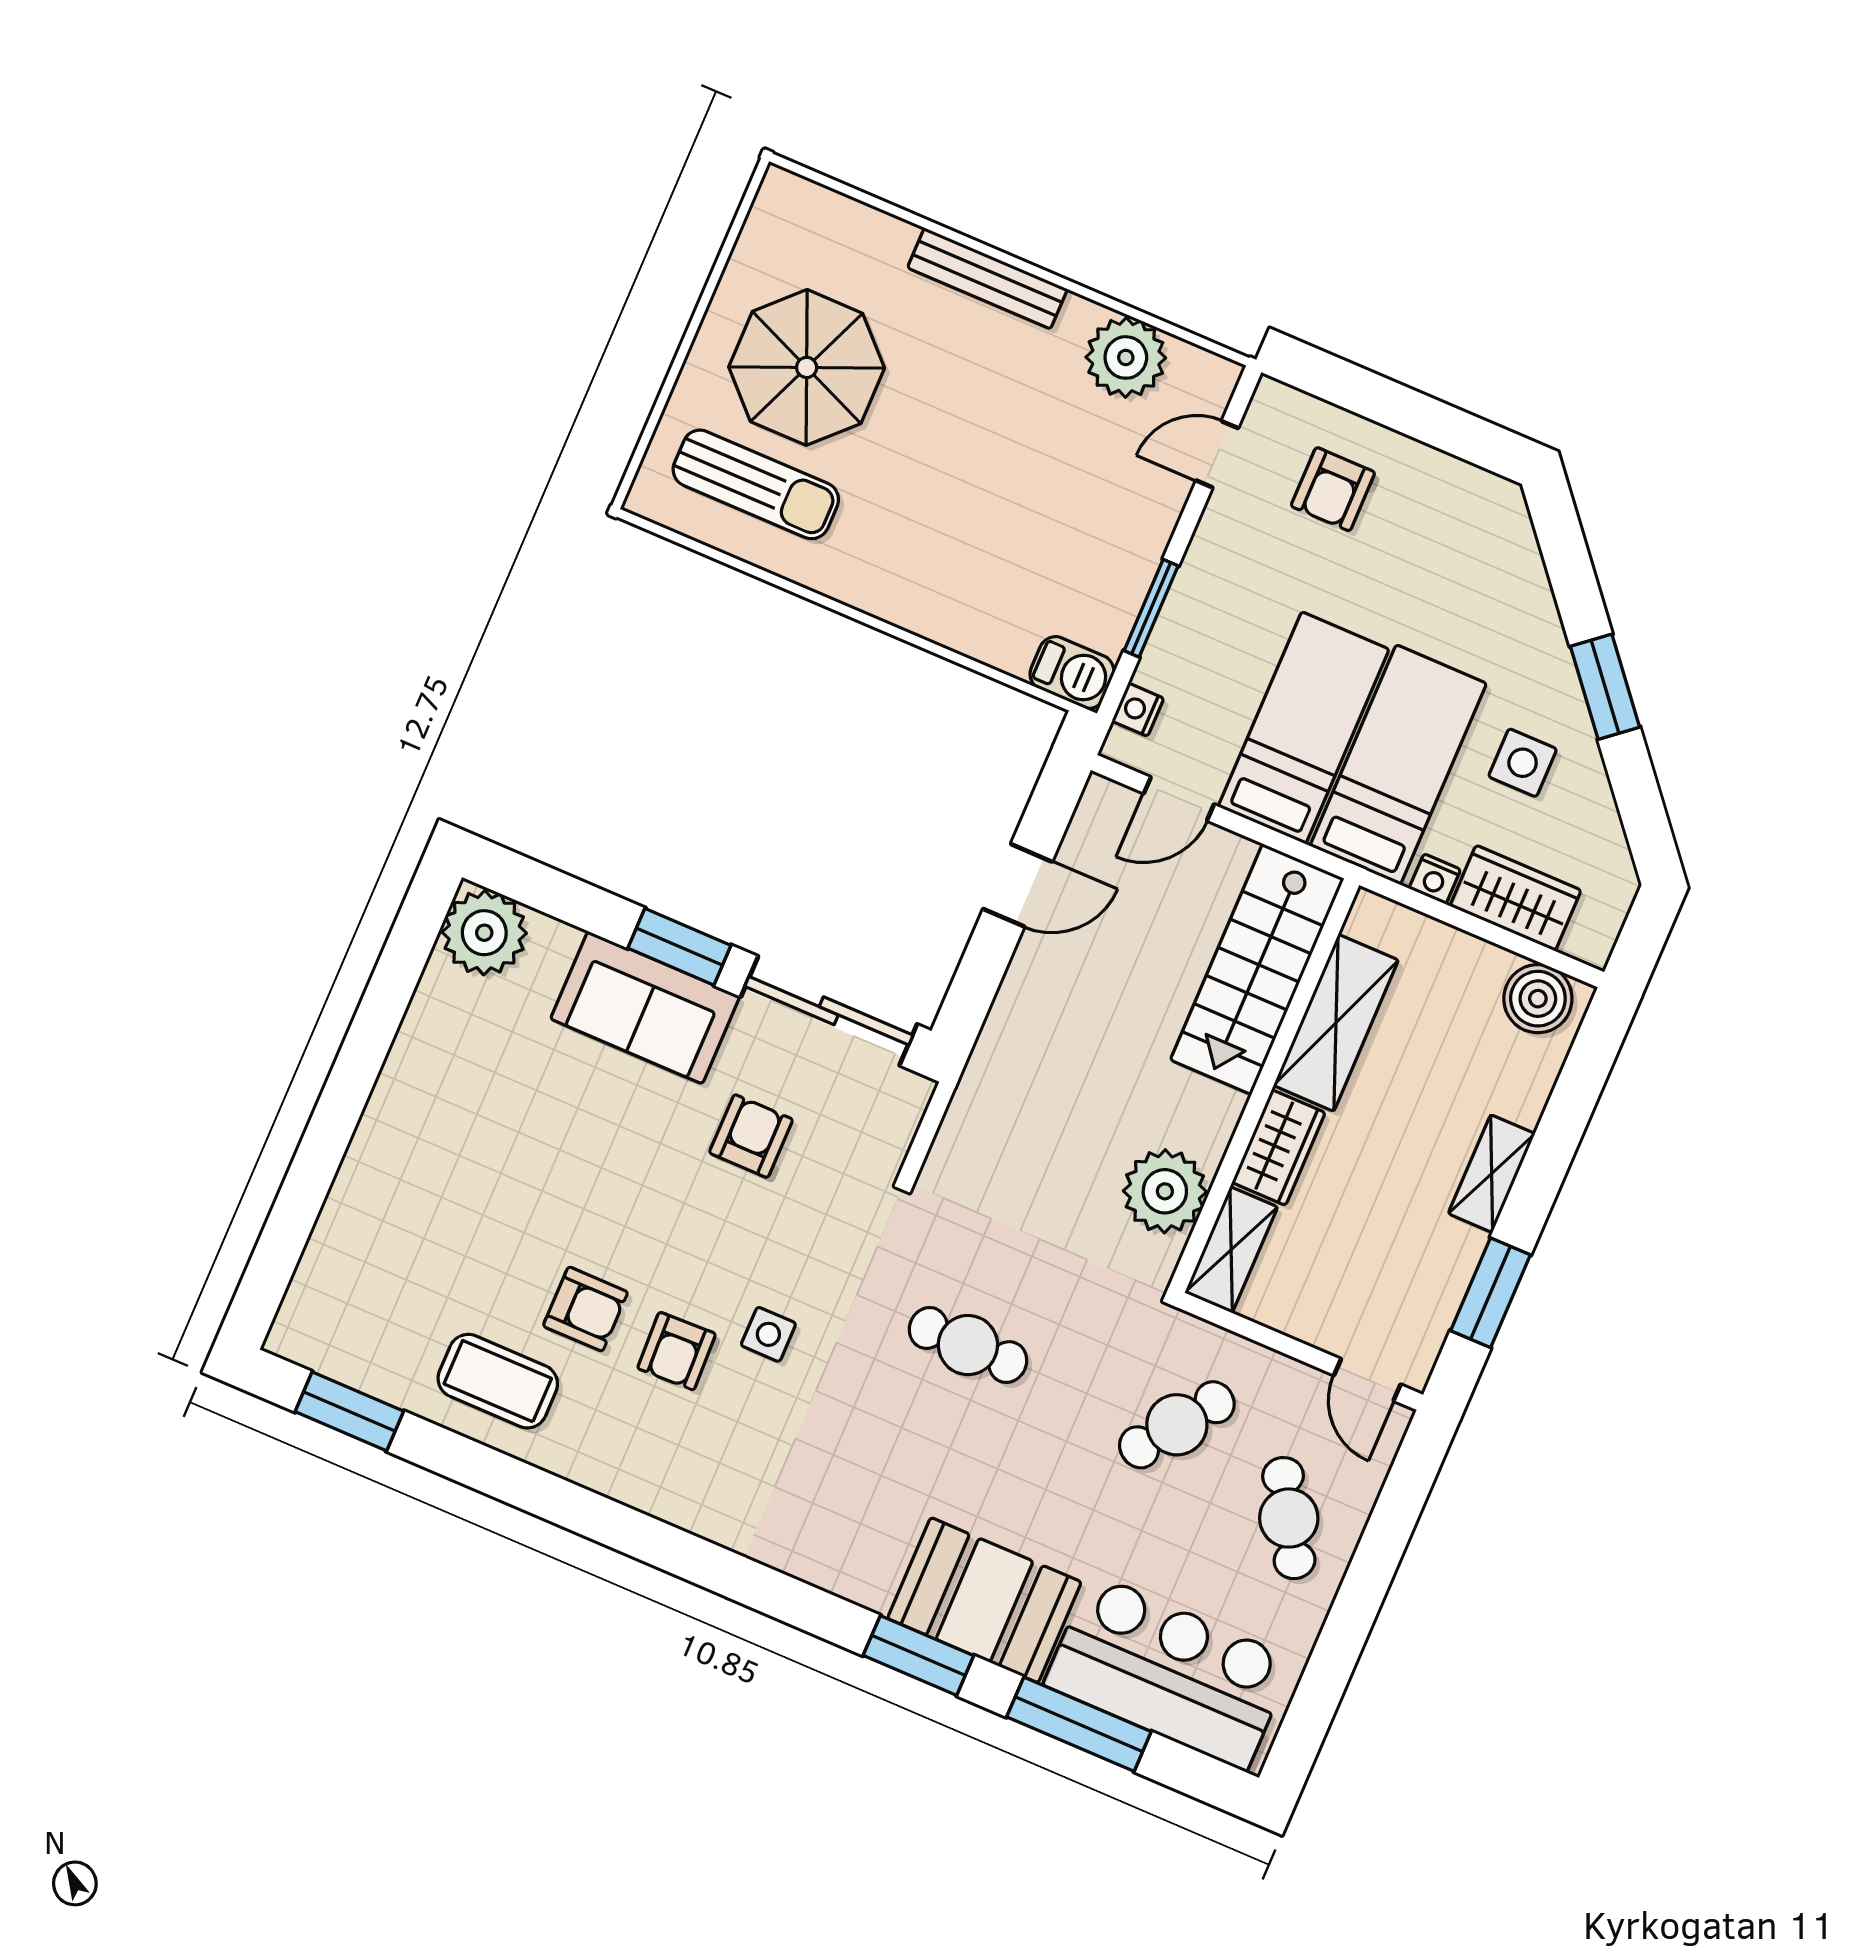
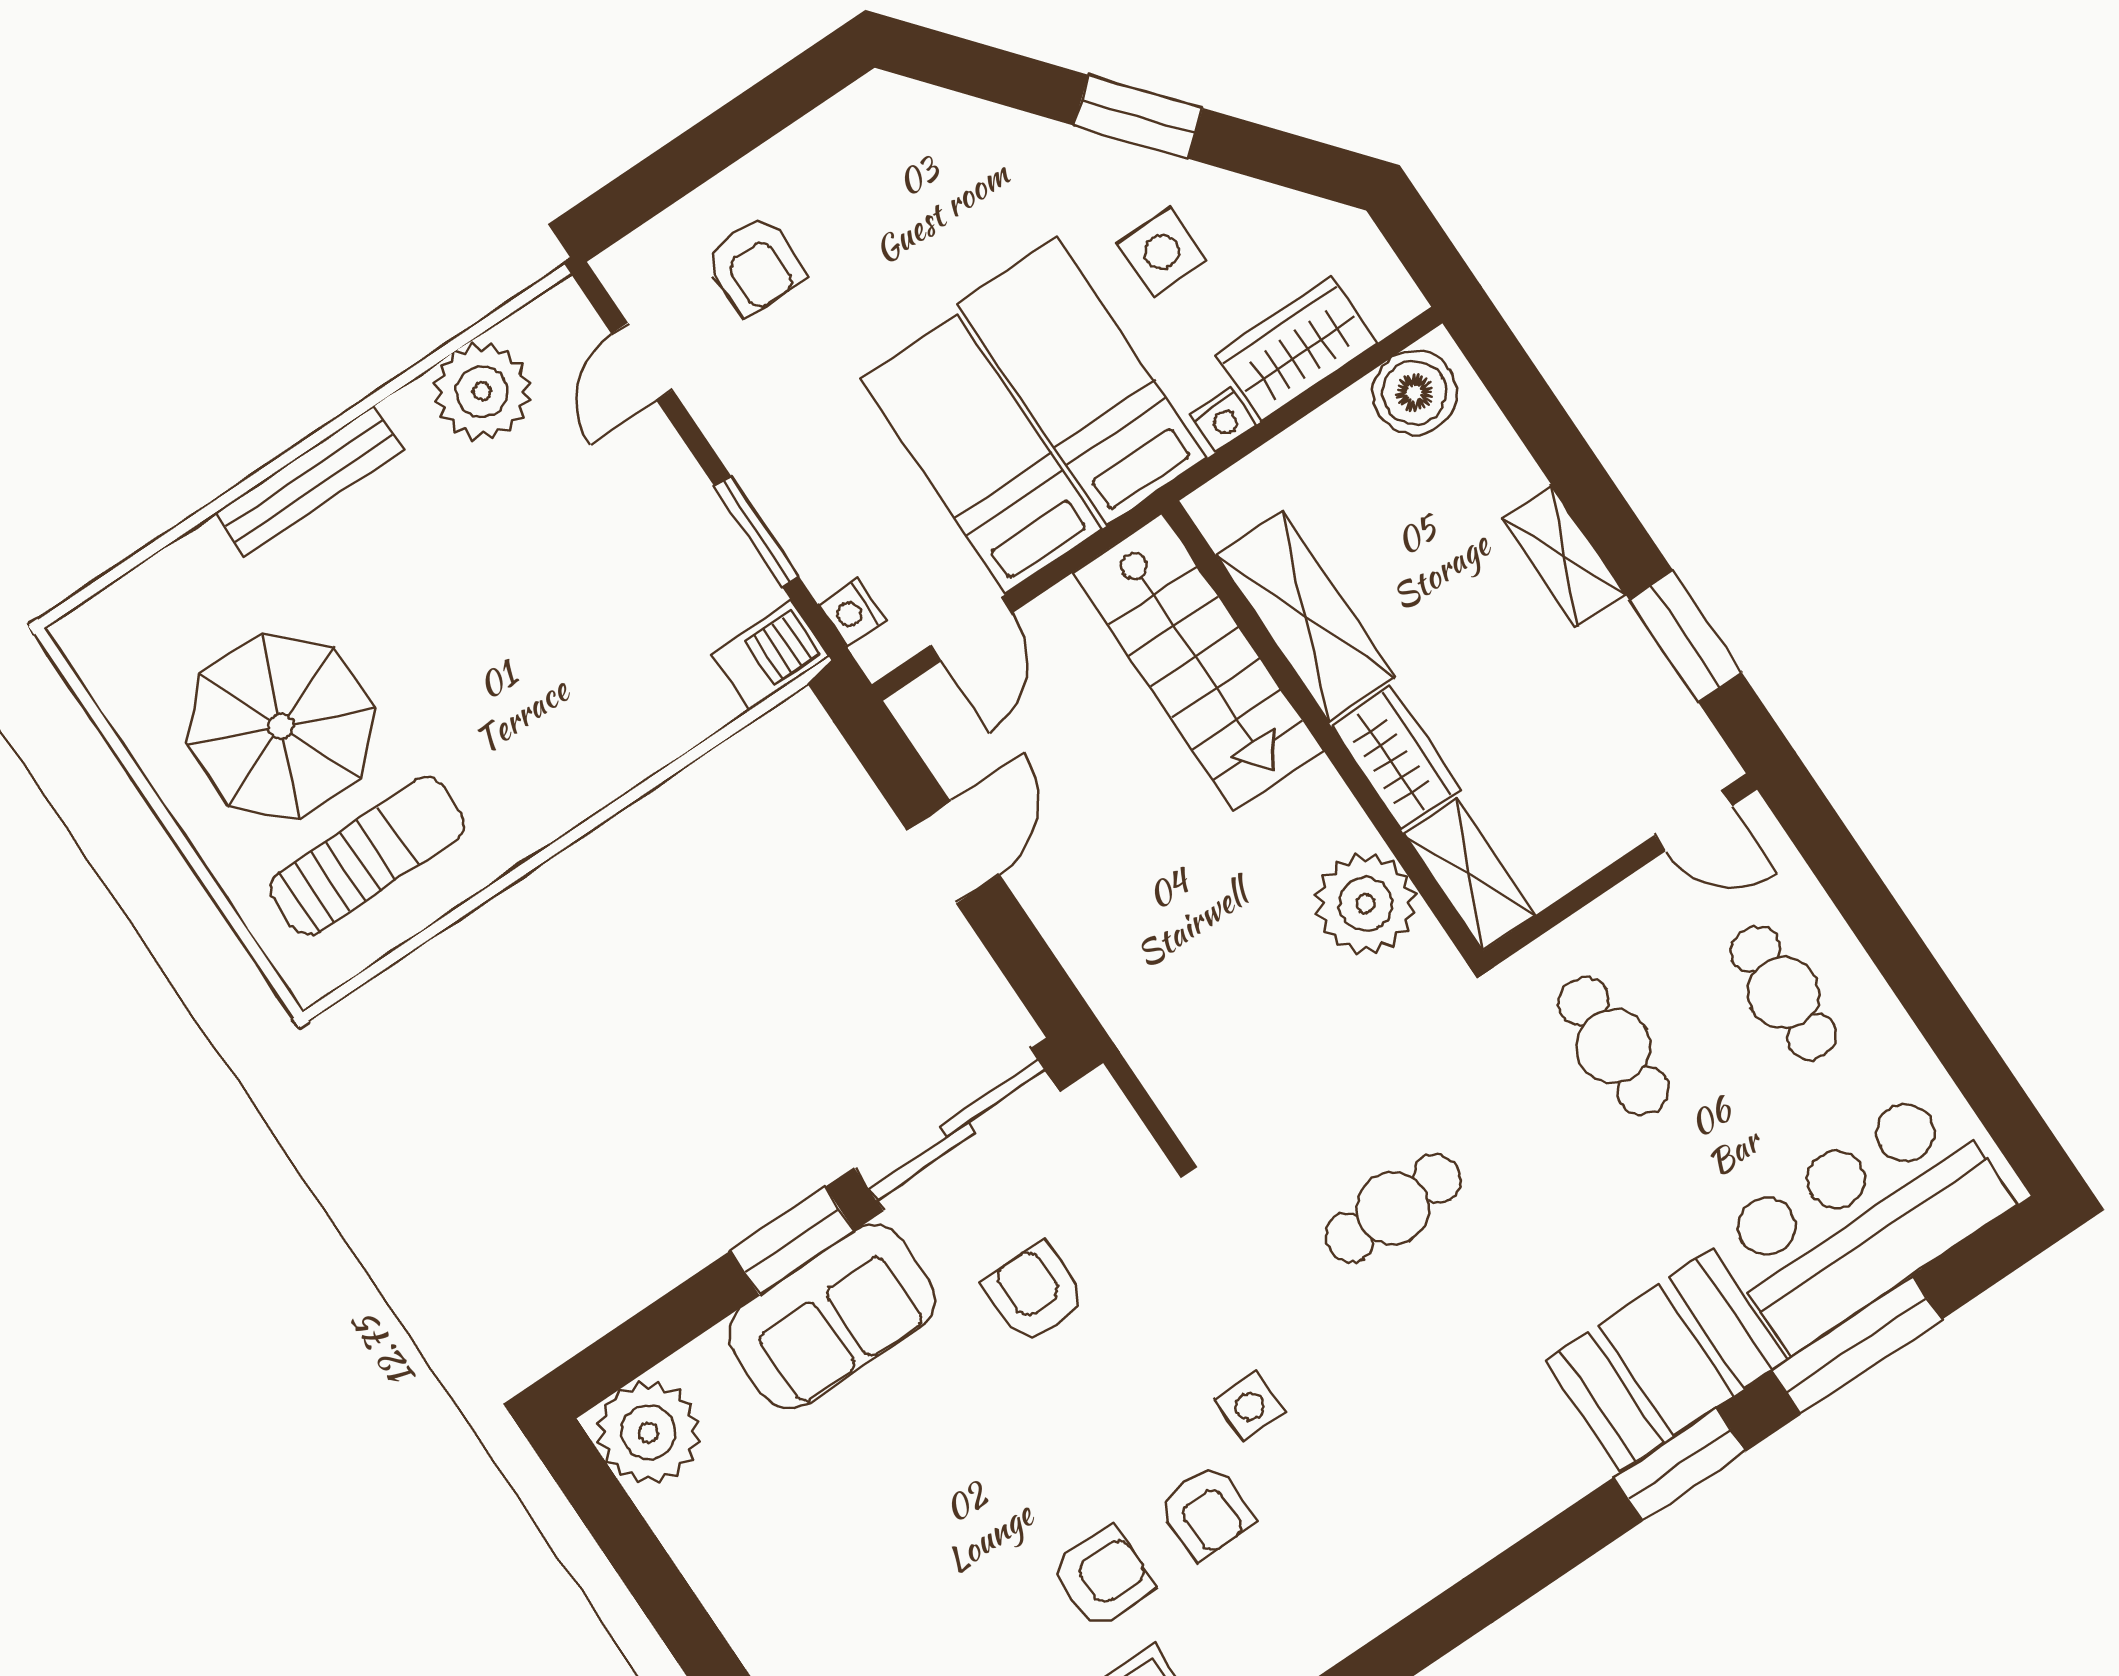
cafe table: (1177, 1425) -> (1613, 1046), turned -36
cafe table: (1289, 1518) -> (1784, 993), turned 32

